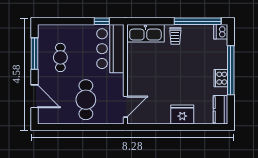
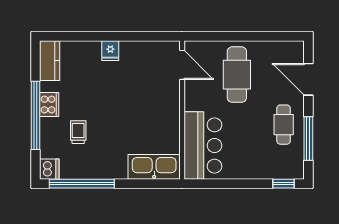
window: (102, 21) -> (283, 184), moved
trolley: (175, 36) -> (78, 132), moved
cafe table: (60, 57) -> (284, 125), moved
door: (125, 107) -> (182, 65), swing flipped
fridge: (182, 114) -> (110, 51), width x0.53, depth x0.75

